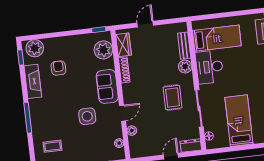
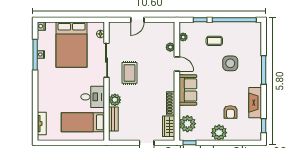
plant: (35, 48) -> (219, 133), moved
desk: (209, 67) -> (93, 97), width x0.73
door: (122, 113) -> (177, 64), swing flipped
side table: (87, 116) -> (230, 63), moved
bed: (239, 121) -> (72, 45), width x1.50
coffee table: (53, 146) -> (214, 41), moved
dresser: (191, 146) -> (118, 27), removed

